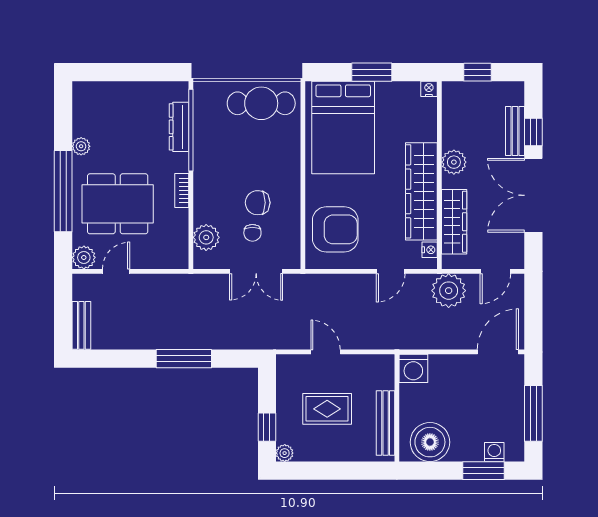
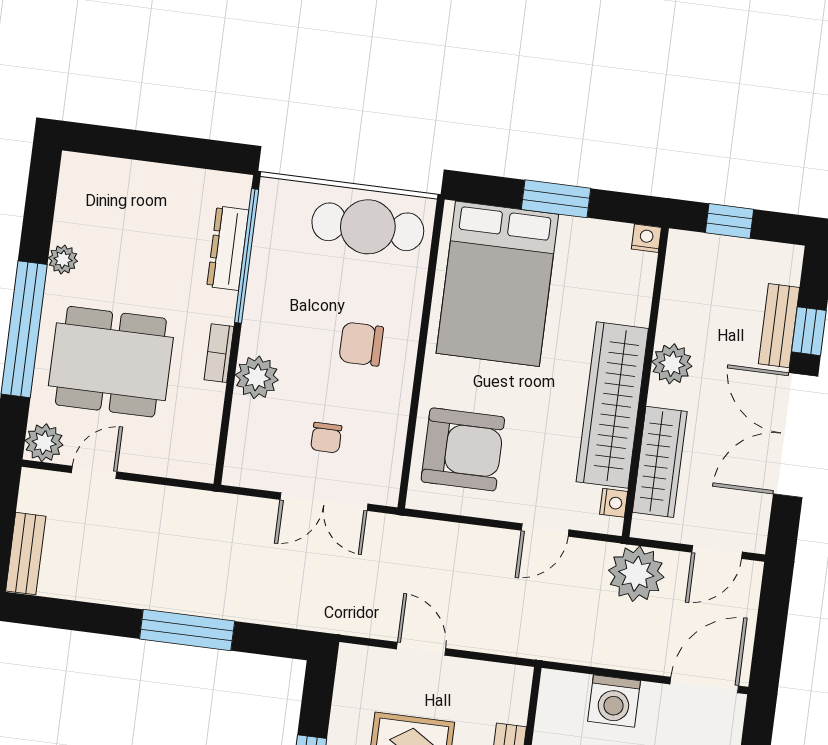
chair: (258, 203) -> (361, 344), moved
plant: (206, 237) -> (257, 377), moved
washing machine: (413, 368) -> (614, 701), moved

